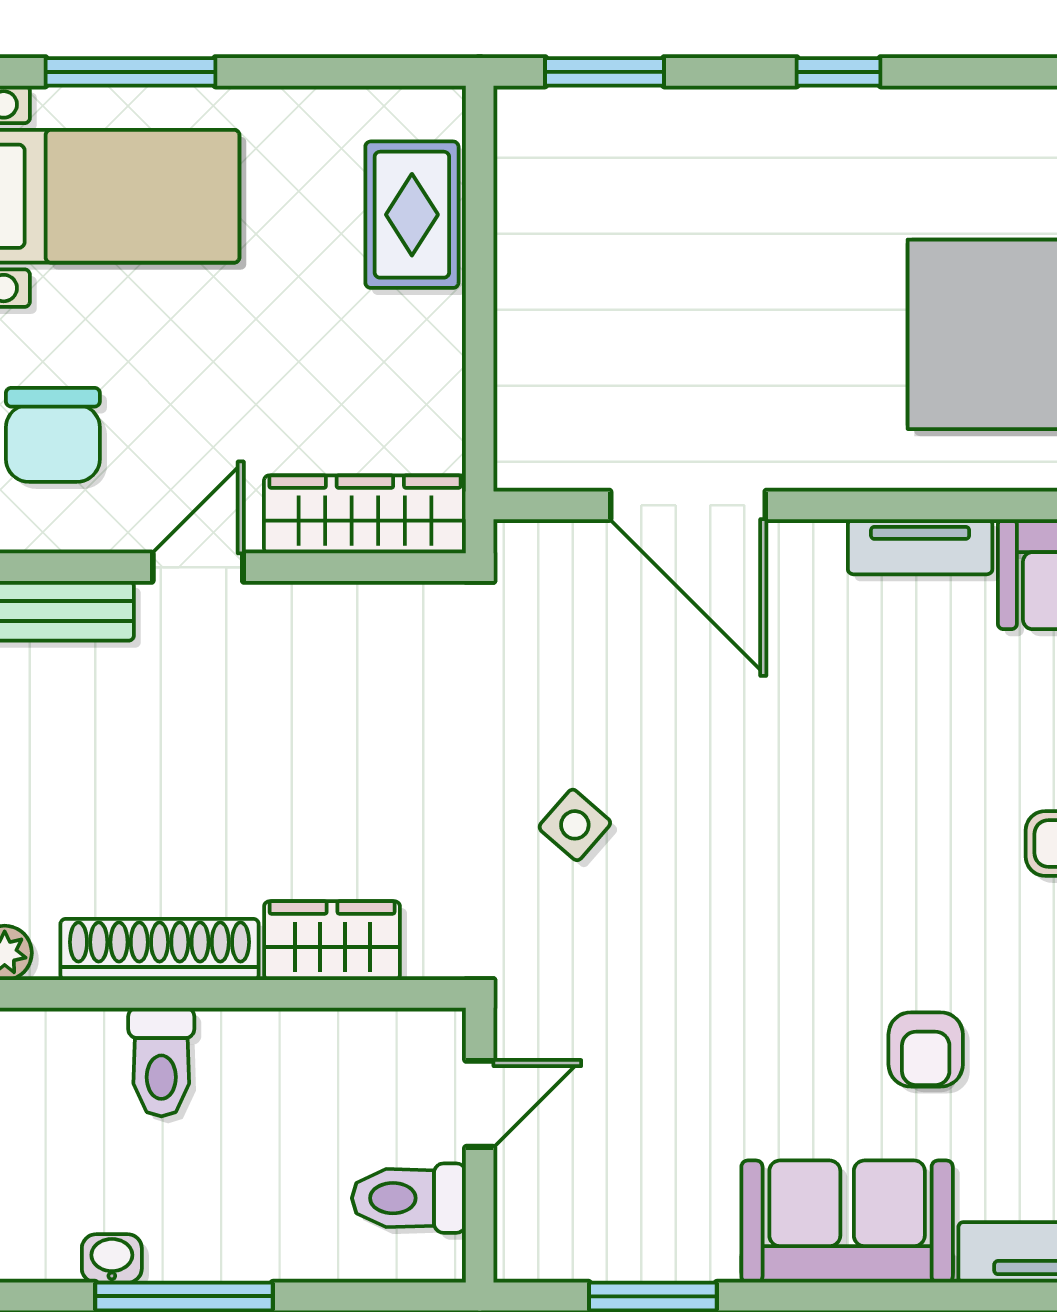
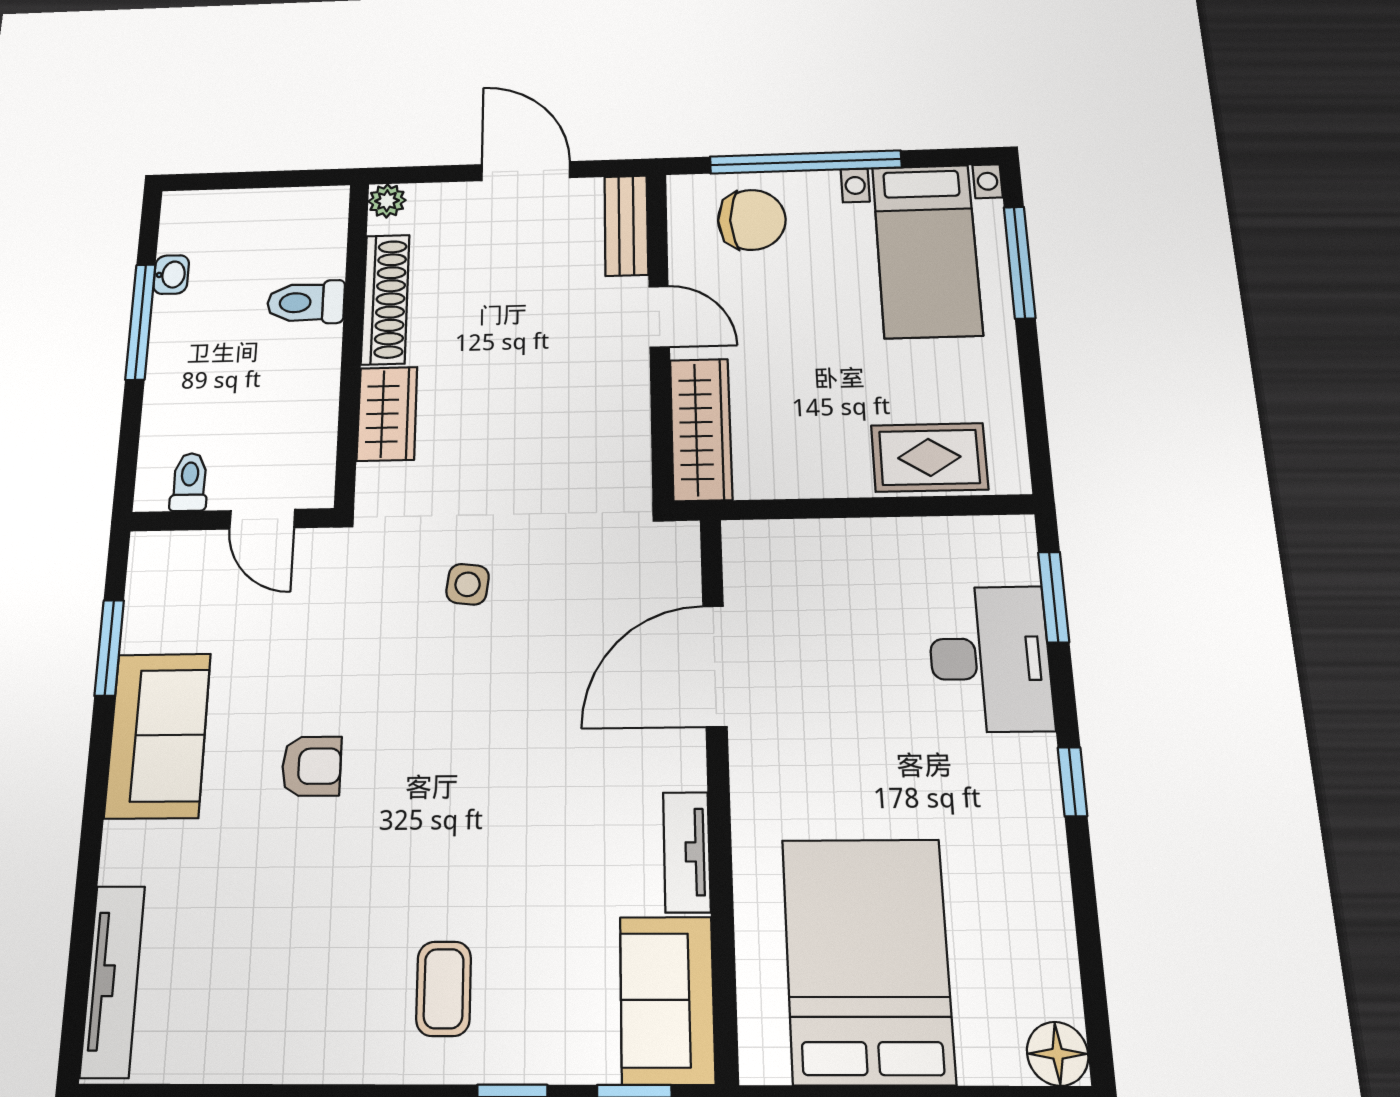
desk: (684, 159) -> (990, 659), added
chair: (53, 435) -> (752, 220), turned 180
side table: (575, 825) -> (468, 584), turned -34
armchair: (926, 1049) -> (311, 766), moved, turned 180
toilet: (409, 1198) -> (189, 482), width x0.73, depth x0.72
sofa: (847, 1222) -> (158, 735), moved

